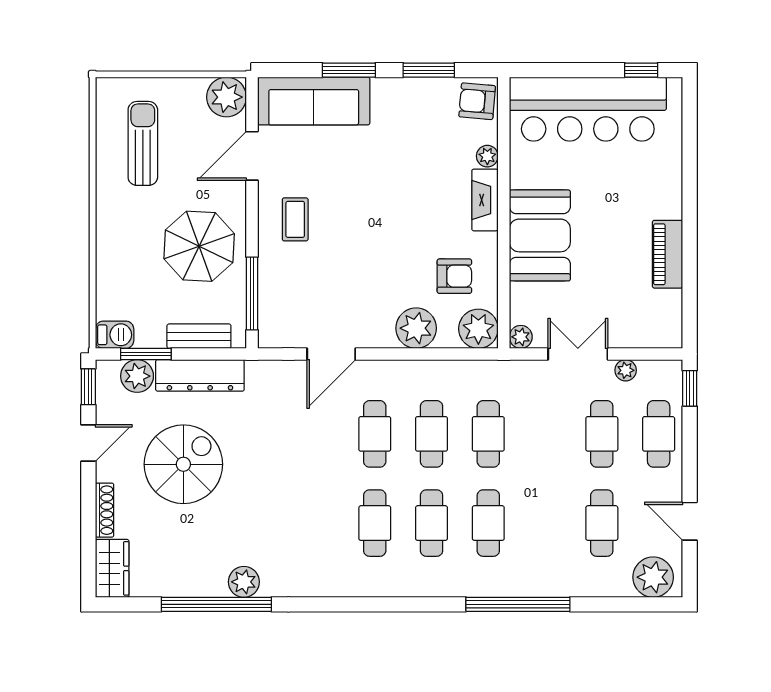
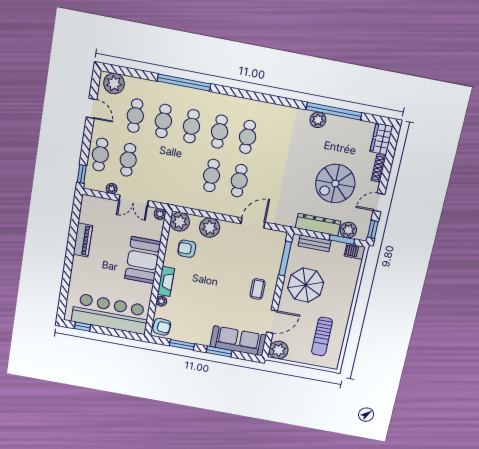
cafe table: (488, 434) -> (163, 121), moved

